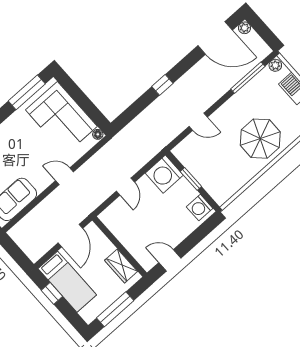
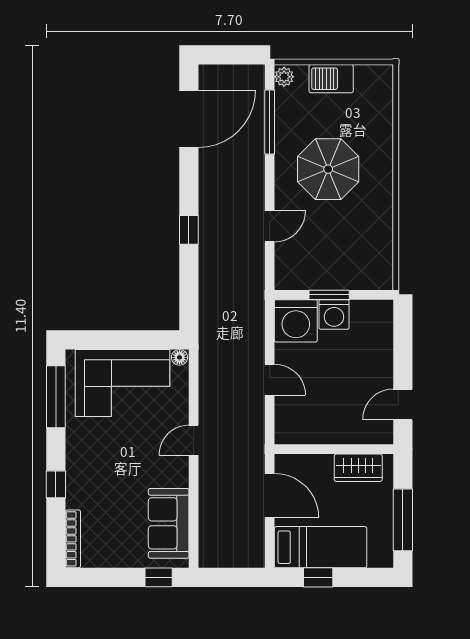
plant: (244, 28) -> (208, 74), removed
parasol: (260, 139) -> (328, 169), moved
washing machine: (200, 208) -> (334, 314), moved

